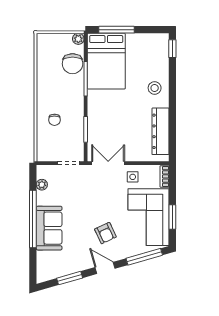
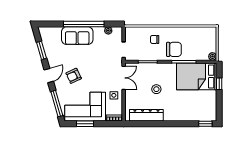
window: (117, 30) -> (219, 84), width x0.46
chair: (73, 64) -> (174, 49), moved, turned 180
stool: (155, 88) -> (156, 89), moved

